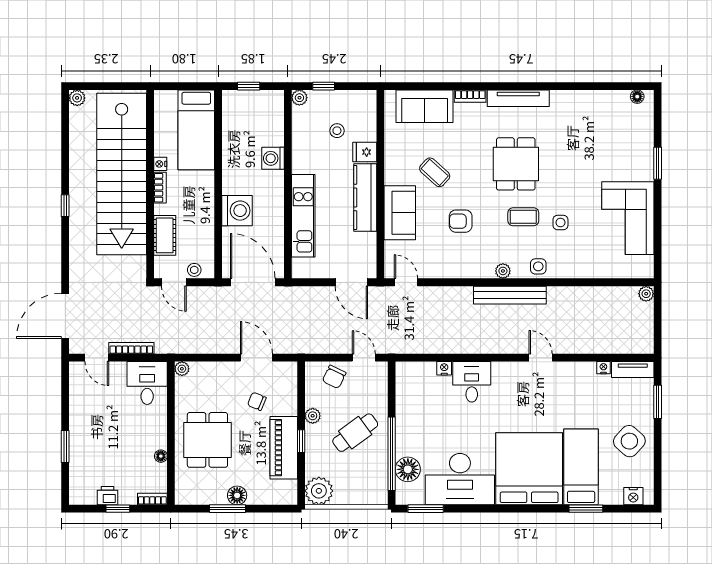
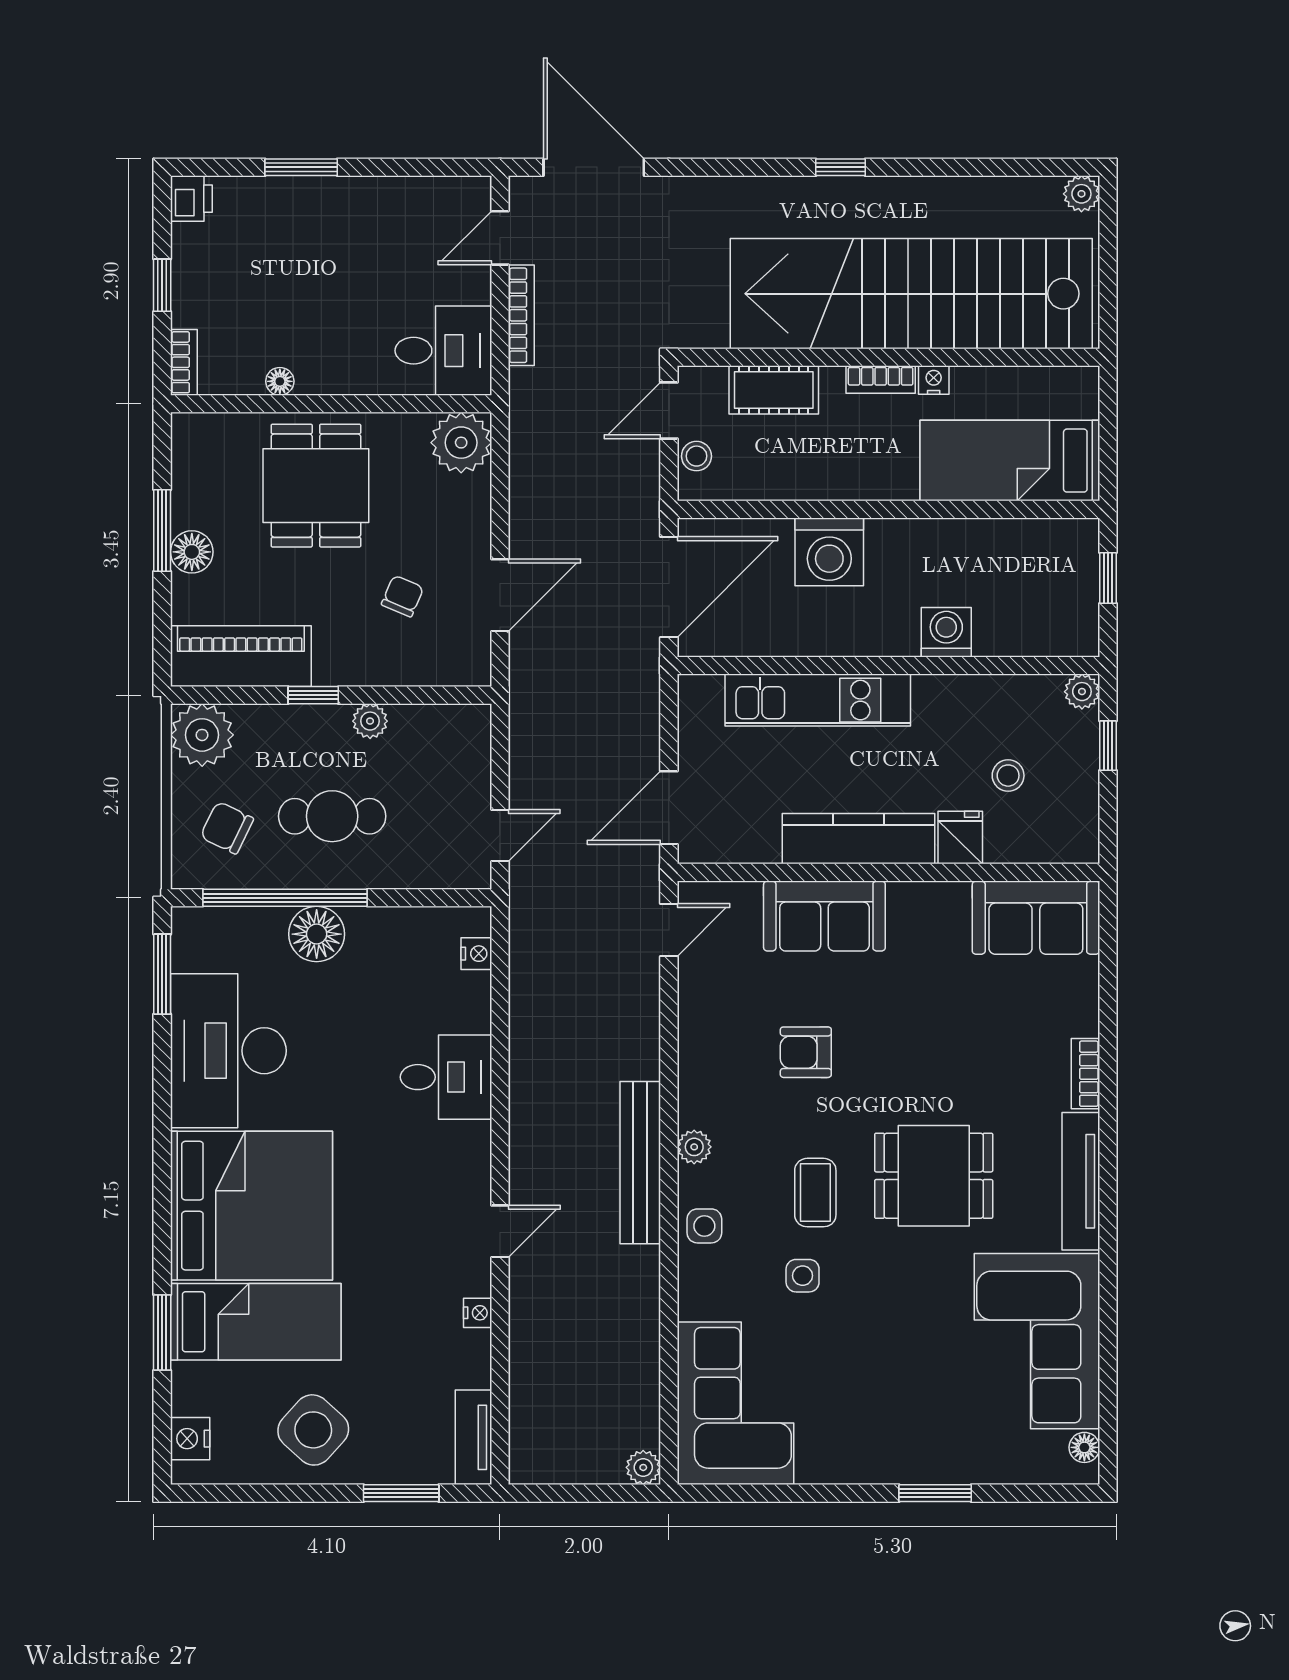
sofa: (425, 106) -> (1036, 918), moved, turned -90
corner sofa: (590, 118) -> (1037, 1341), added
coffee table: (435, 172) -> (915, 994), removed
corner sofa: (628, 218) -> (735, 1403), moved, turned 90
armchair: (461, 221) -> (806, 1052), turned -90
nightstand: (444, 368) -> (476, 954), moved
nightstand: (603, 368) -> (478, 1313), moved
plant: (182, 369) -> (461, 443), width x1.88, depth x1.88
chair: (334, 377) -> (227, 828), moved
cafe table: (355, 433) -> (332, 816), turned -54
dining table: (207, 440) -> (316, 486), turned 90
piano: (284, 448) -> (241, 656), moved
floor lamp: (408, 469) -> (317, 934), moved
printer: (107, 496) -> (191, 199), moved

